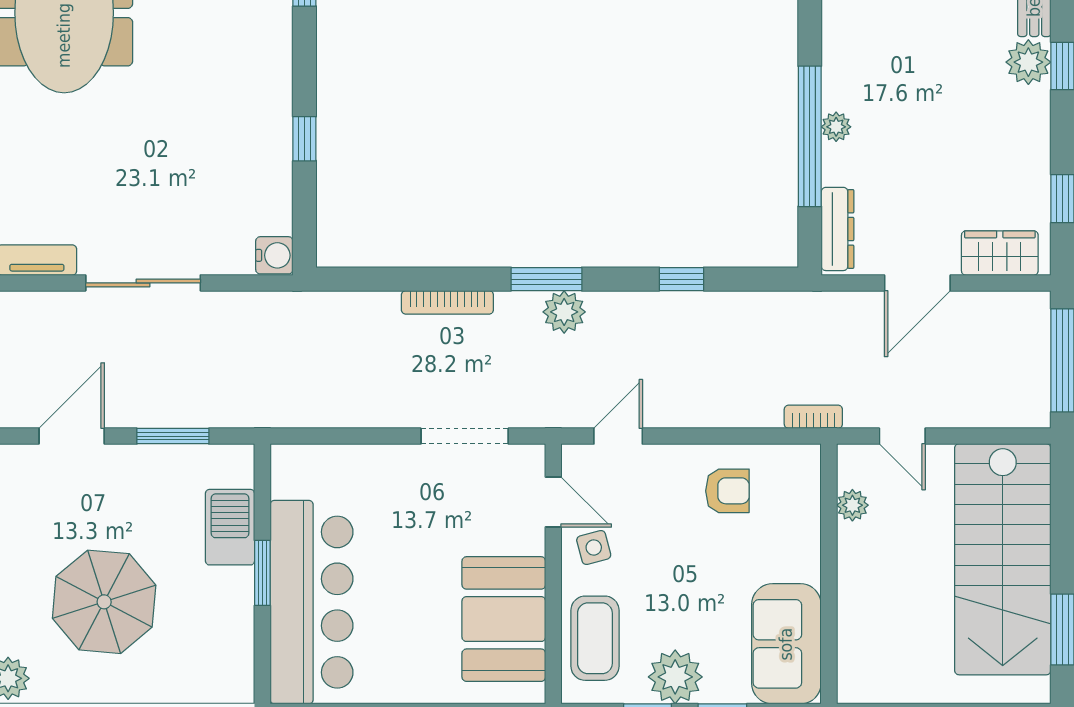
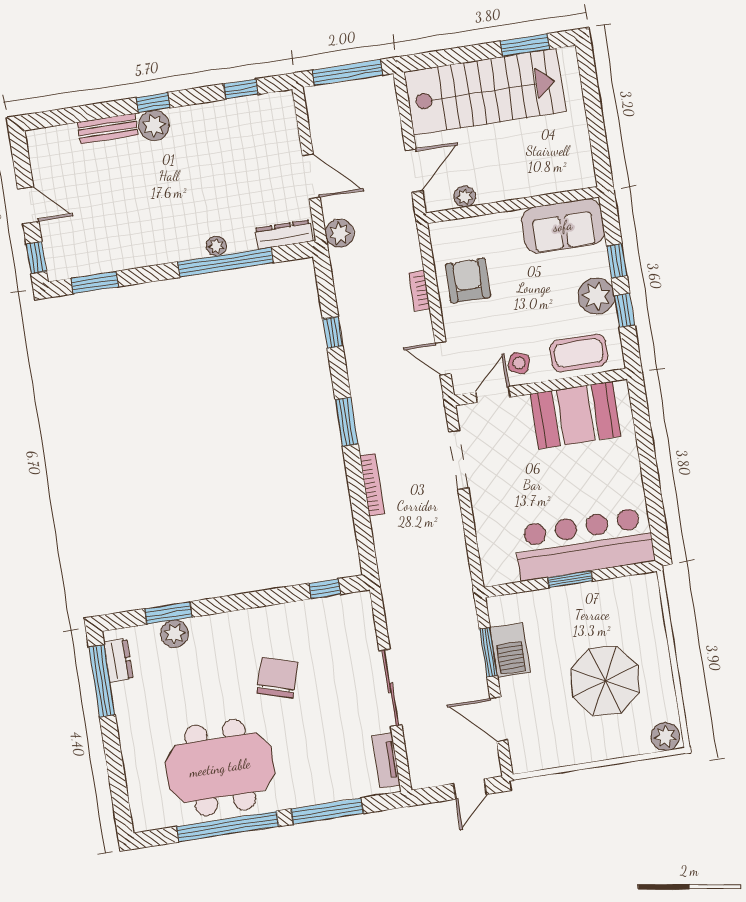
chair: (184, 118) -> (277, 678), added
window: (304, 139) -> (325, 589), moved
wardrobe: (1000, 253) -> (283, 125), removed
water cooler: (274, 255) -> (359, 604), removed
plant: (564, 312) -> (340, 233), moved
bookcase: (813, 417) -> (419, 291), moved
door: (902, 436) -> (414, 171), width x1.38
armchair: (727, 491) -> (468, 281), width x1.38, depth x1.38
barbecue: (230, 527) -> (510, 650), moved, turned -90
side table: (594, 547) -> (519, 363), turned 36

